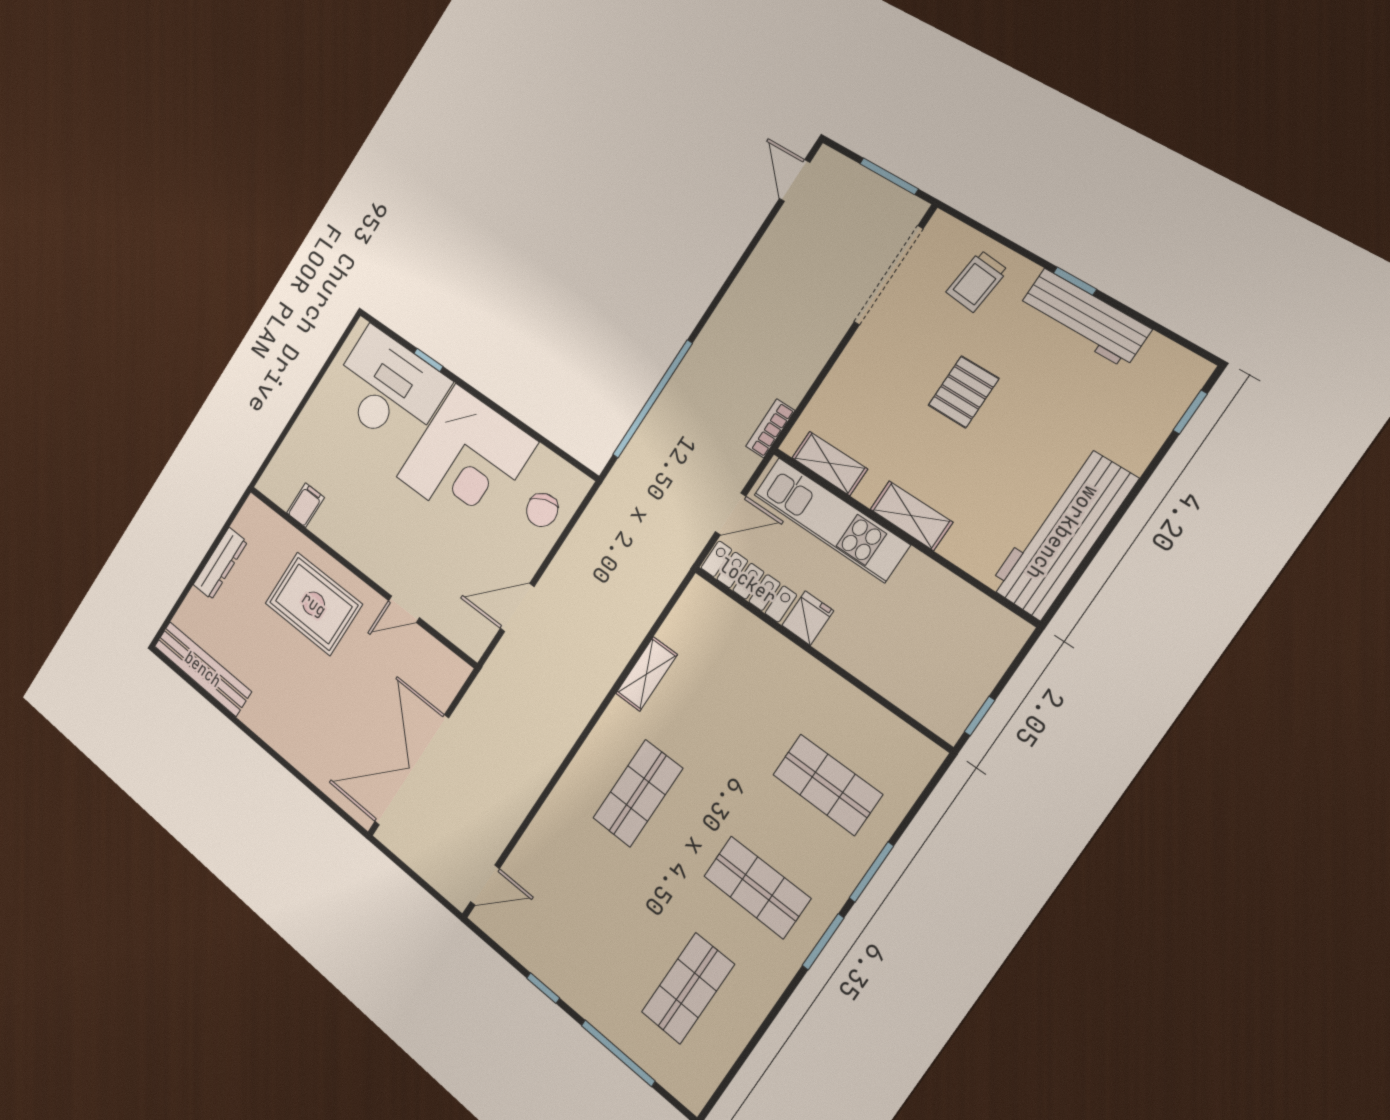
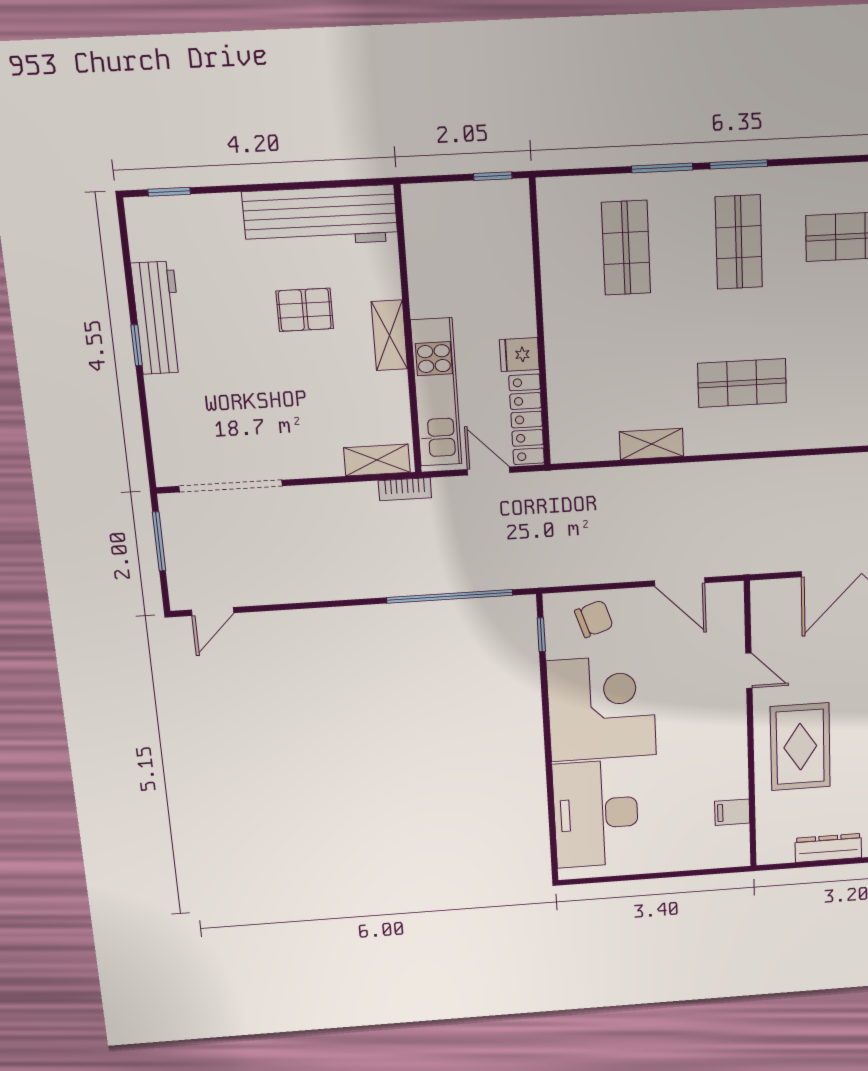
trolley: (977, 281) -> (188, 417), removed
window: (428, 360) -> (541, 635), moved
pallet: (964, 392) -> (305, 310), moved
shelving: (830, 463) -> (377, 460), moved, turned 90

